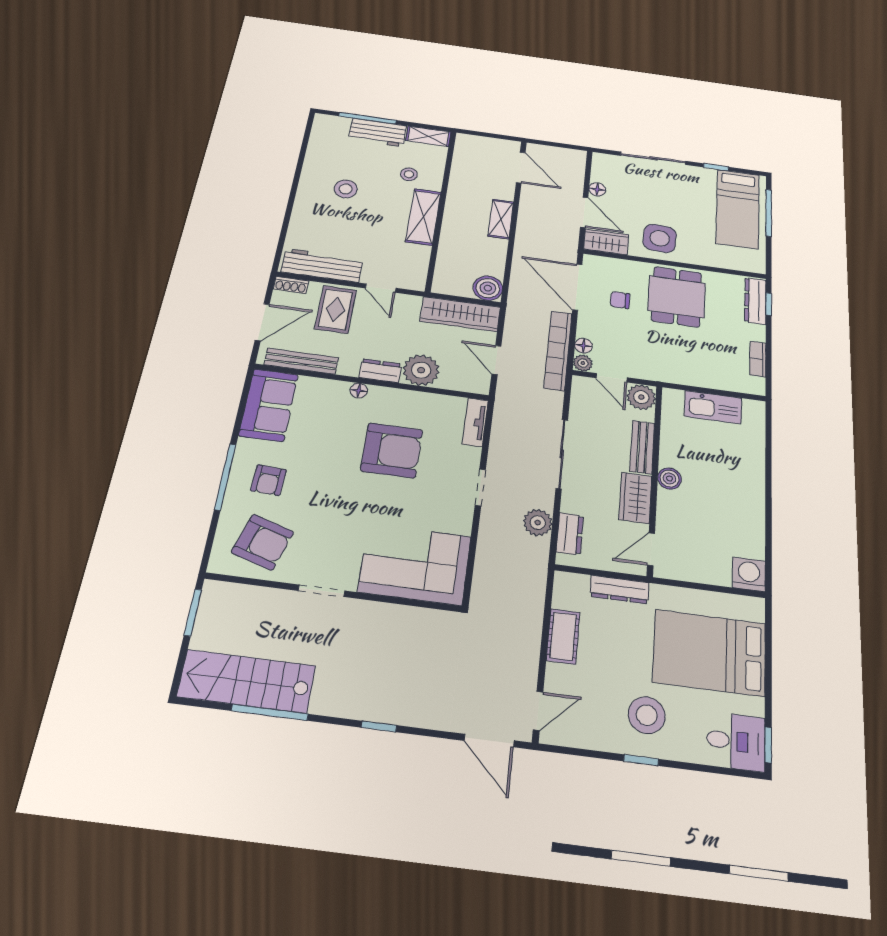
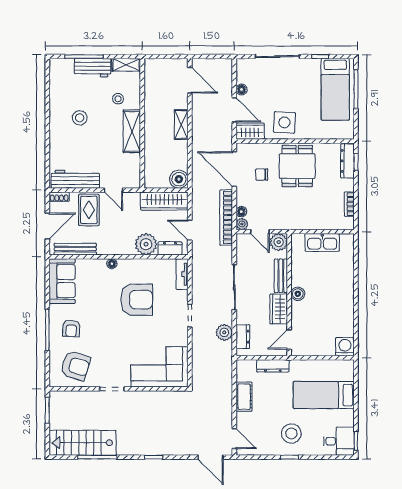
dresser: (380, 371) -> (170, 248), moved
bed: (710, 653) -> (324, 395), width x0.67
door: (538, 711) -> (234, 439), hinge flipped

